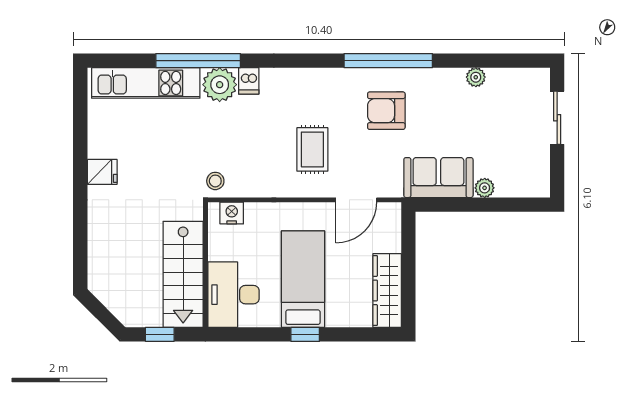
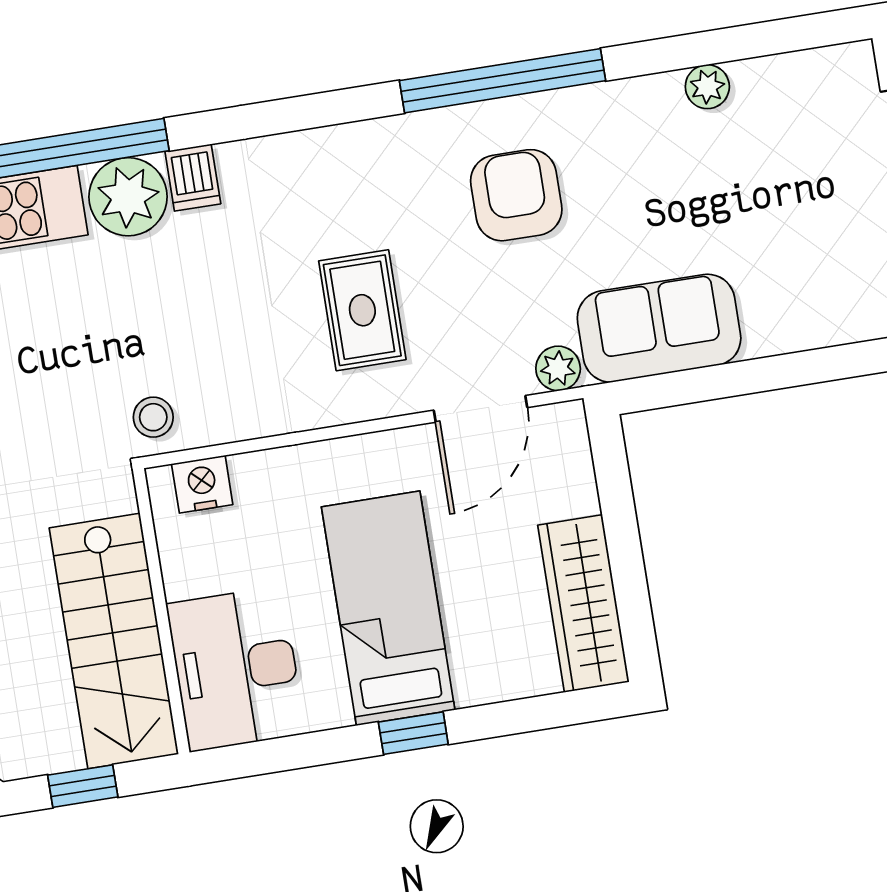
armchair: (386, 111) -> (516, 195), turned 90
plant: (485, 188) -> (558, 368), moved

